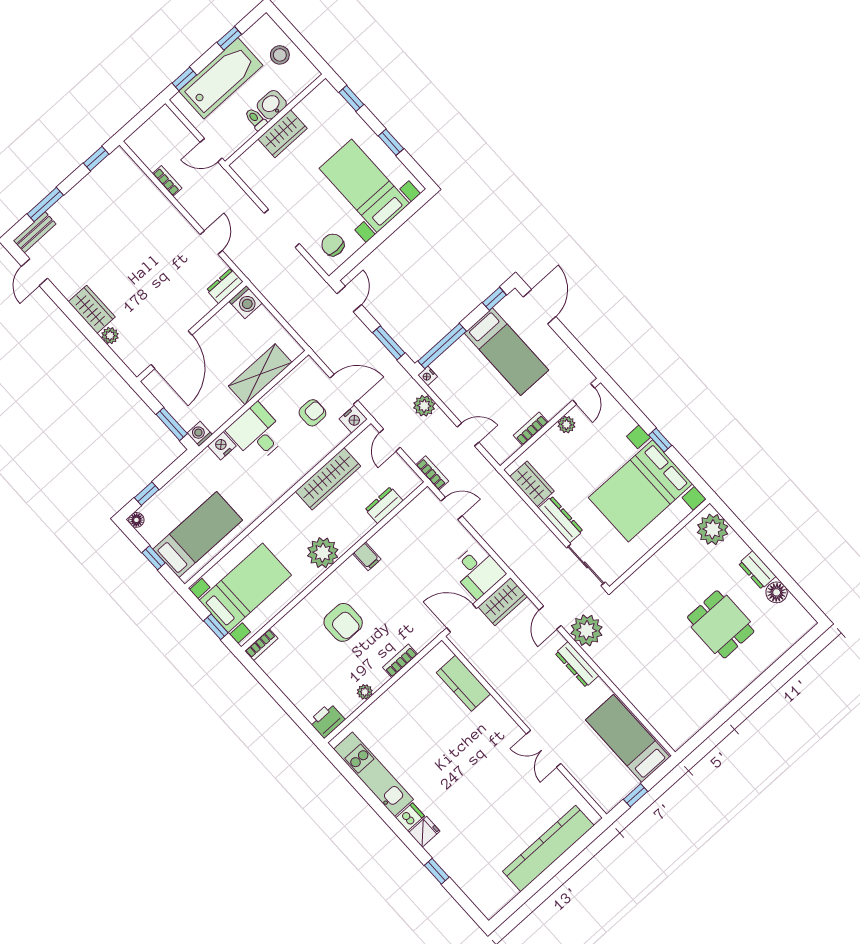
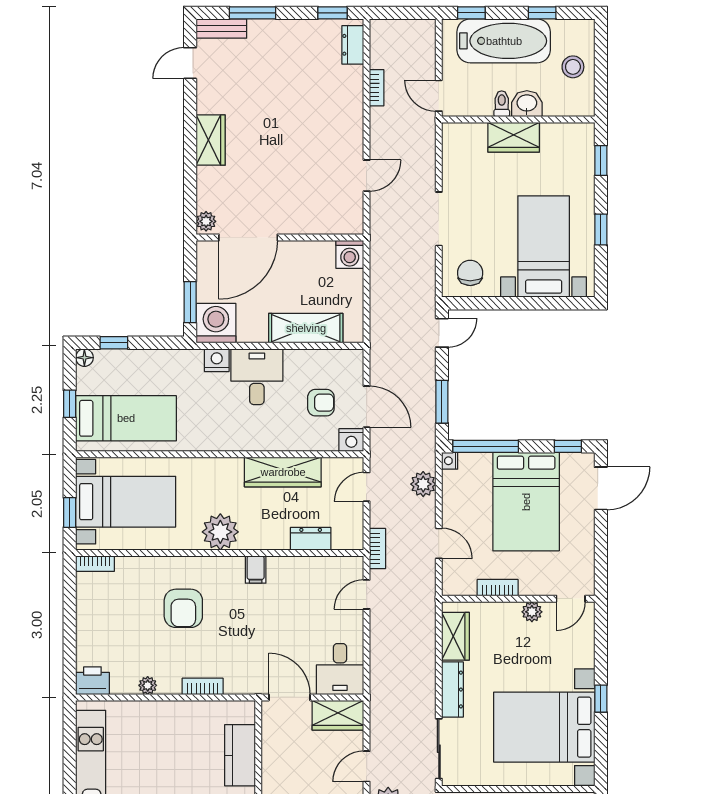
dresser: (225, 286) -> (353, 45), moved, turned -90
plant: (110, 335) -> (206, 221), moved
bed: (507, 352) -> (526, 502), width x1.50
washing machine: (200, 434) -> (216, 323), width x1.89, depth x1.89
door: (451, 508) -> (367, 594), swing flipped

